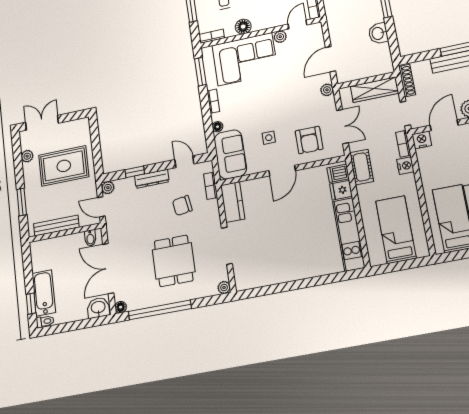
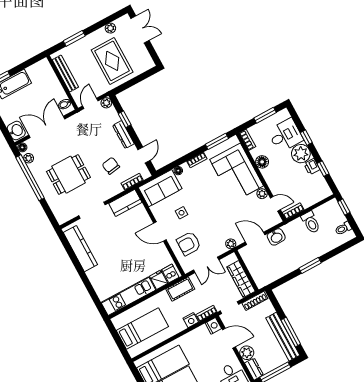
washbasin: (378, 33) -> (276, 237), moved, turned 180
kitchen counter: (268, 276) -> (80, 249), added
plant: (224, 287) -> (29, 158), moved

